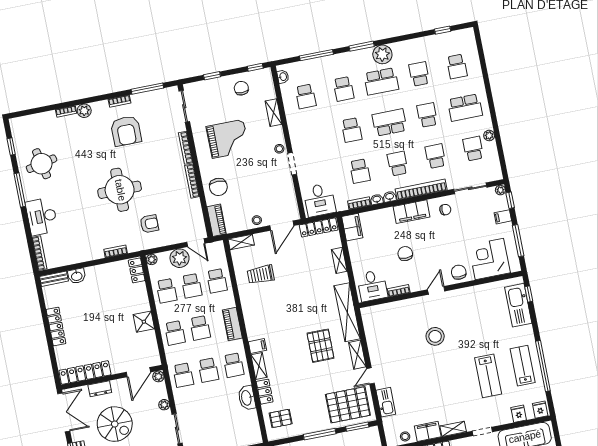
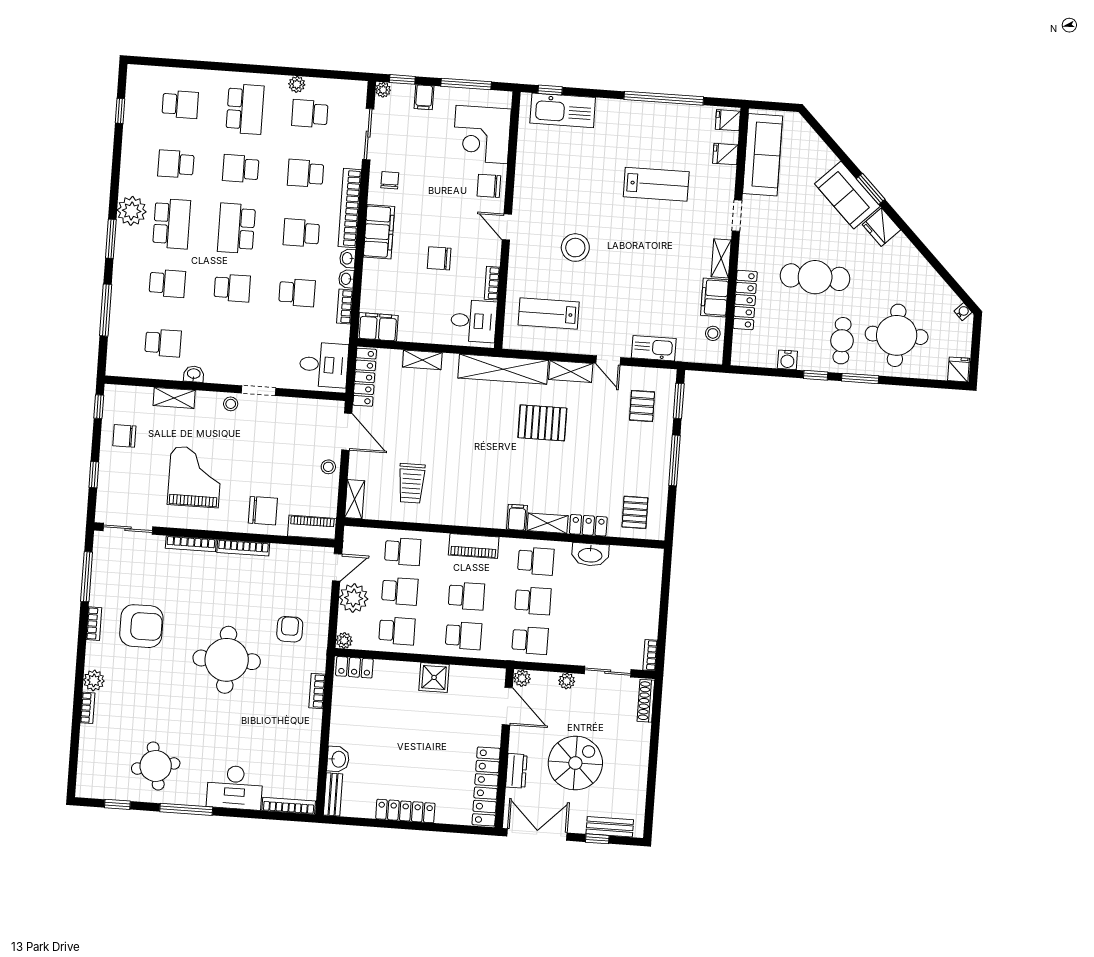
washbasin: (283, 77) -> (194, 374), moved
lab bench: (523, 366) -> (549, 313), moved
pallet: (348, 405) -> (642, 406), width x0.49, depth x0.50

